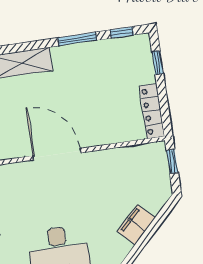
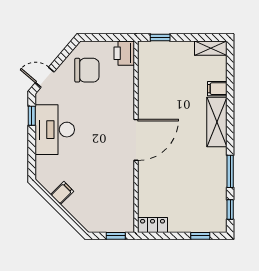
locker: (152, 111) -> (153, 225), width x0.66
filing cabinet: (136, 225) -> (62, 193), width x0.50

